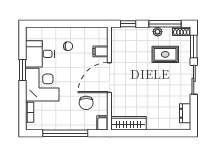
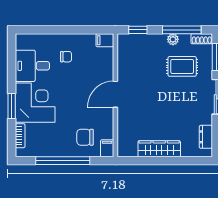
filing cabinet: (101, 51) -> (105, 40), moved
window: (23, 70) -> (12, 106), moved
door: (109, 78) -> (115, 94), width x0.73
chair: (86, 103) -> (85, 137), moved, turned 90
wardrobe: (129, 123) -> (159, 149), moved

